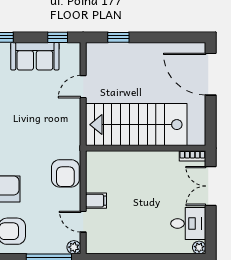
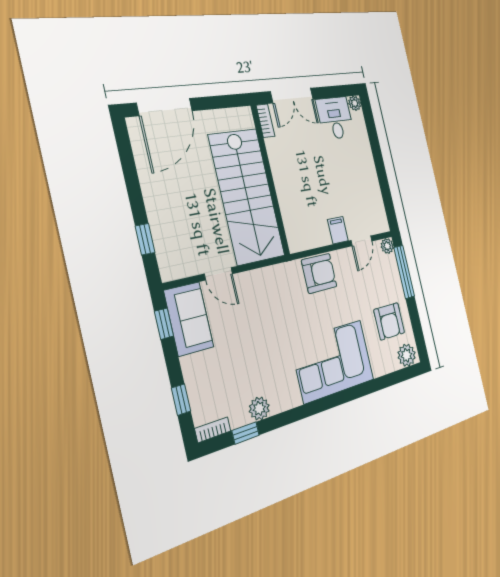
sofa: (35, 56) -> (189, 319), moved

